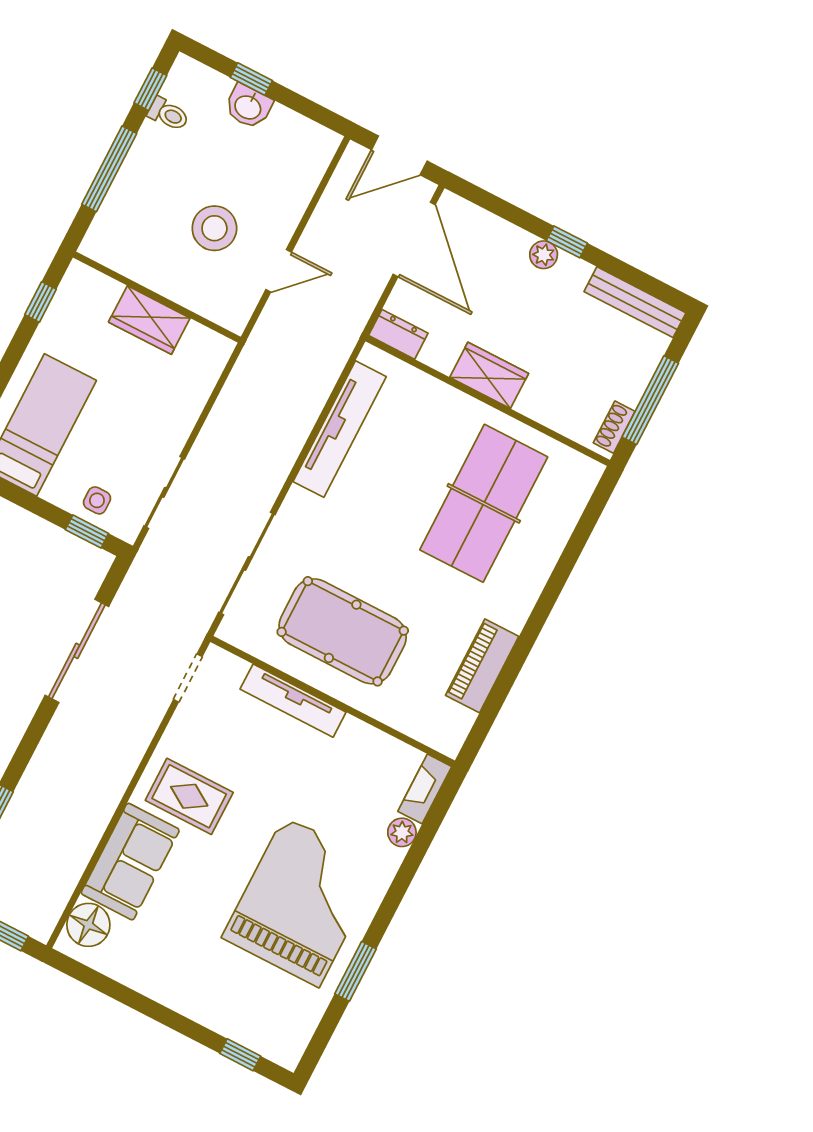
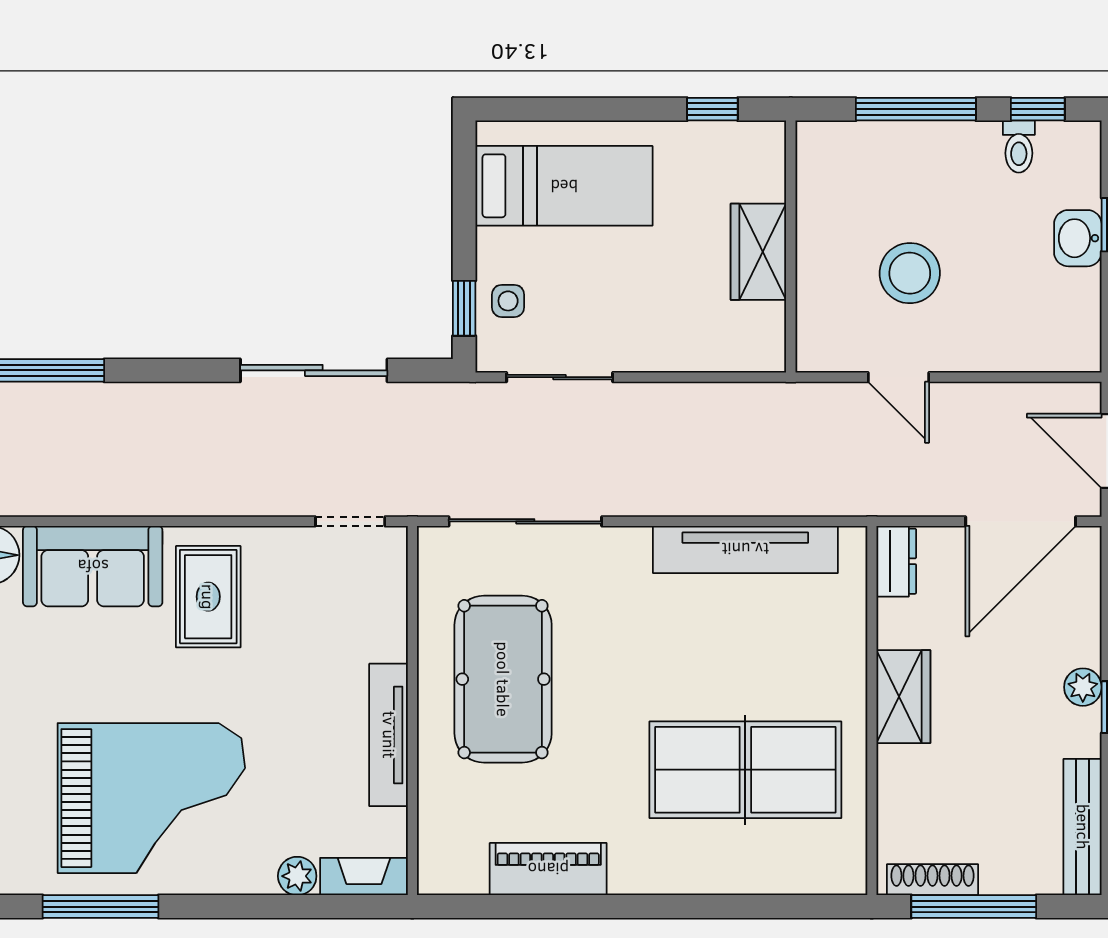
shoe rack: (614, 427) -> (932, 880), width x1.43
tv unit: (293, 701) -> (389, 735), moved
window: (355, 971) -> (101, 907), width x1.44

